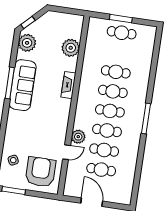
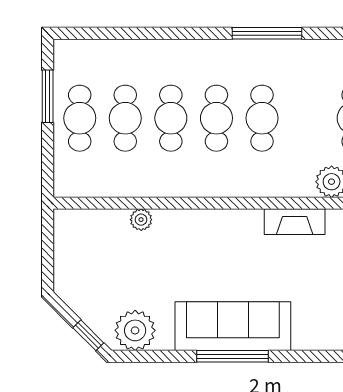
window: (121, 19) -> (48, 96), moved
plant: (71, 48) -> (141, 220), width x0.53, depth x0.53
fireplace: (68, 85) -> (295, 222), moved
cafe table: (107, 130) -> (125, 118), moved

